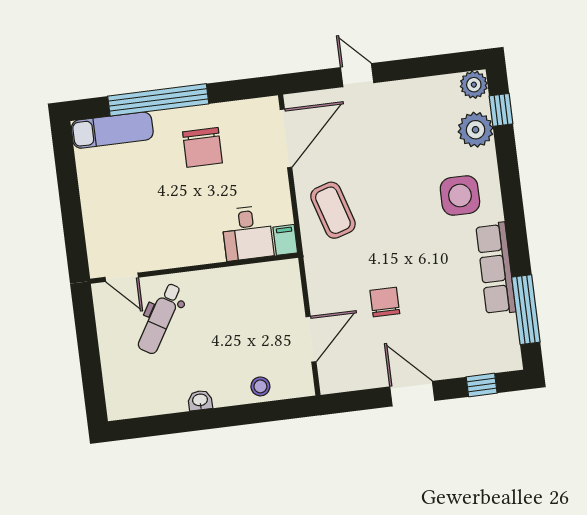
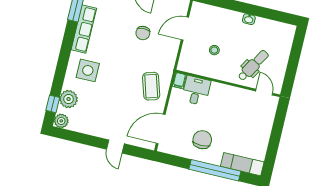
stool: (260, 386) -> (214, 50), moved

